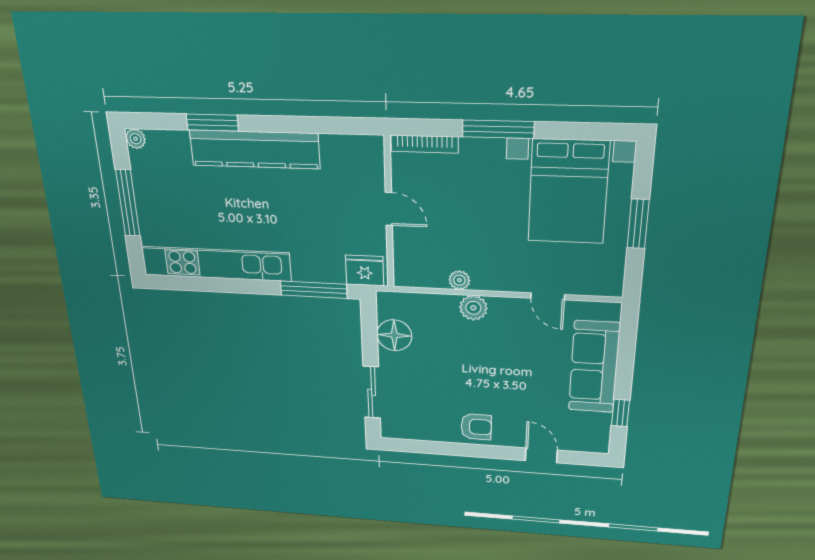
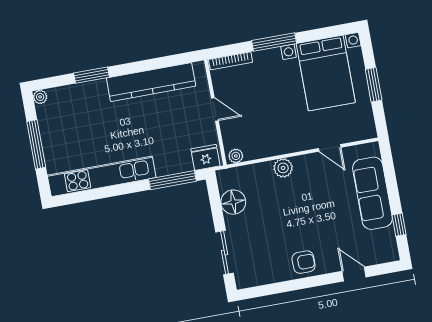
kitchen counter: (255, 149) -> (151, 82), moved
plant: (459, 280) -> (236, 156), moved

